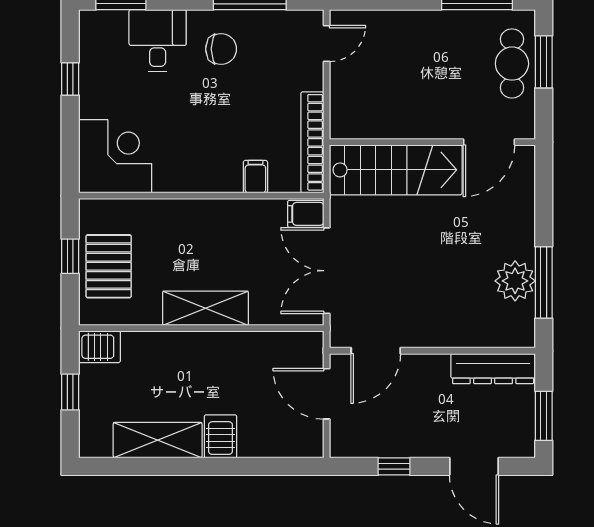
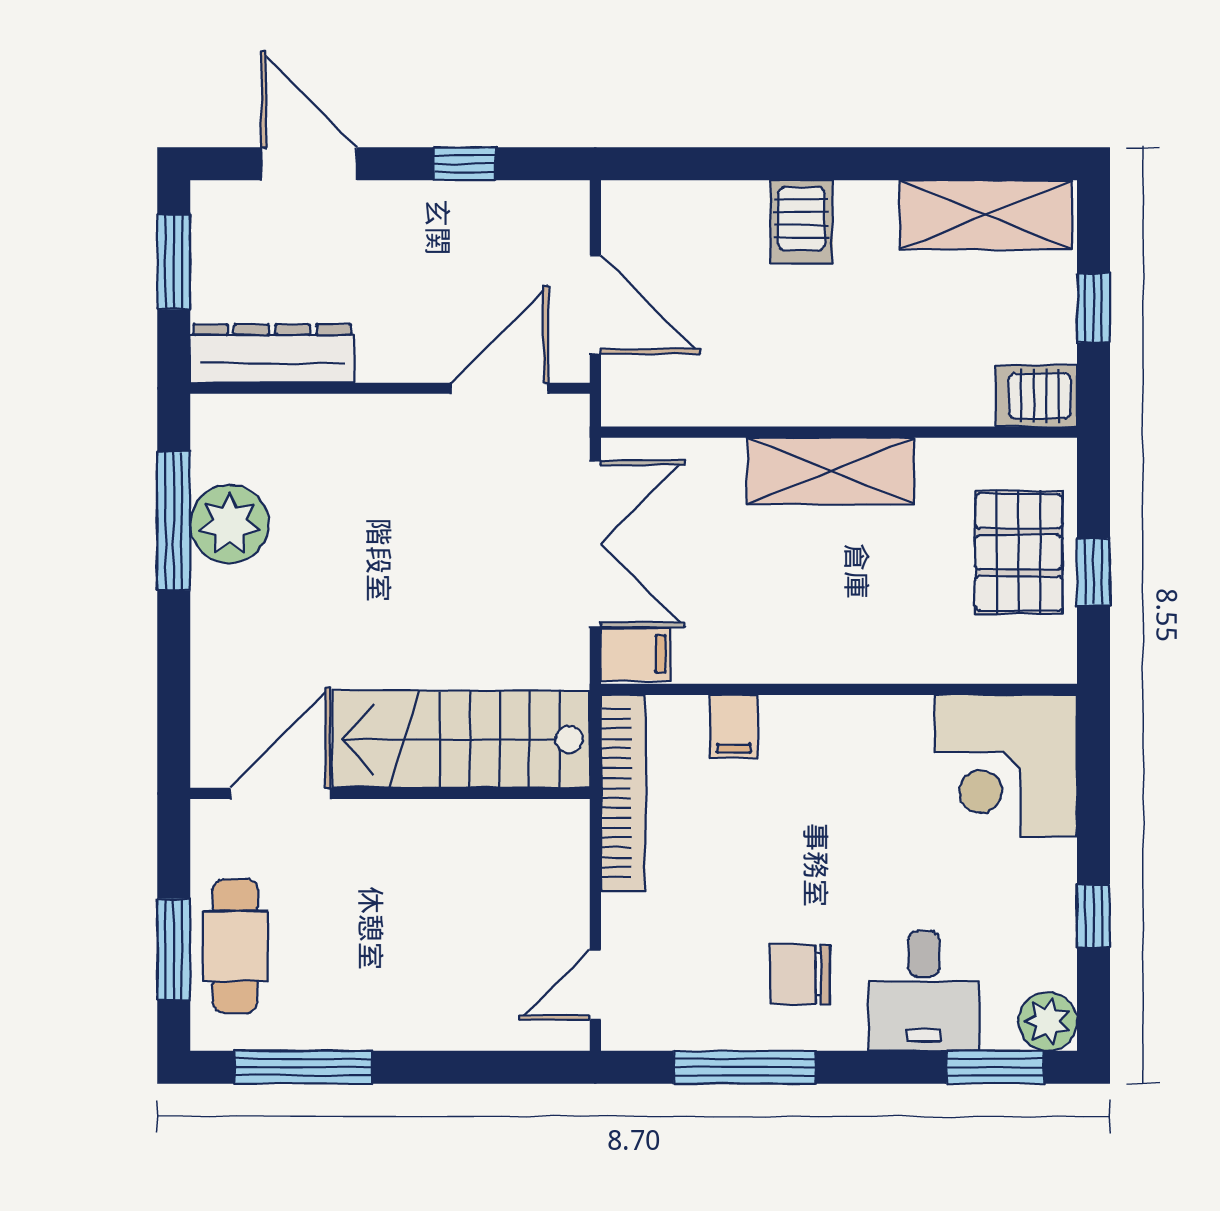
plant: (94, 25) -> (1048, 1021), added
shelving: (158, 440) -> (986, 215), moved

